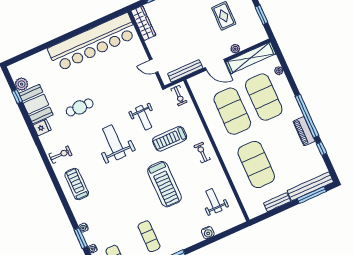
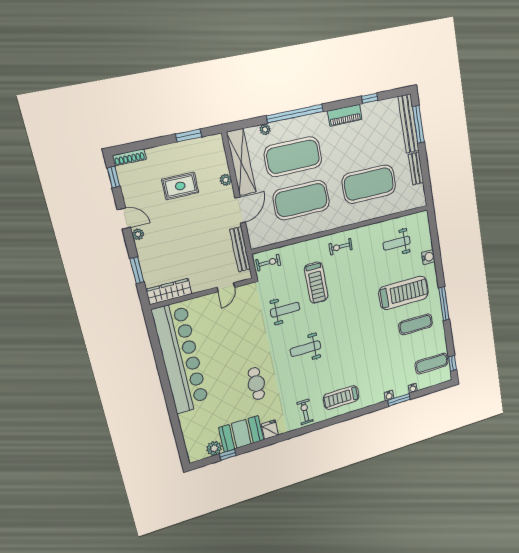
window: (307, 116) -> (295, 114), moved
weight bench: (114, 142) -> (305, 349), width x0.73, depth x0.75
treadmill: (164, 184) -> (404, 293), moved

